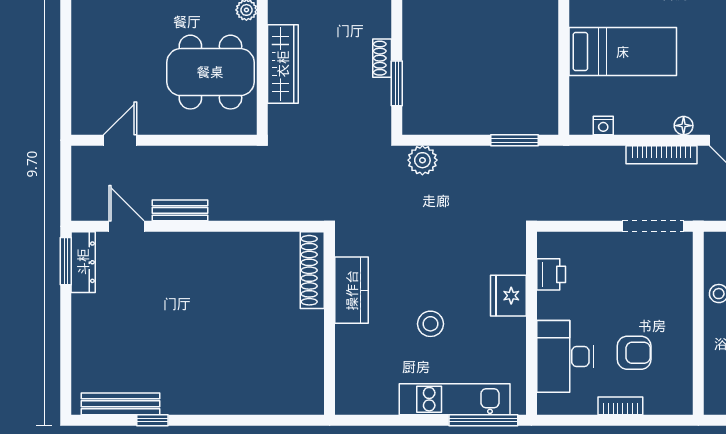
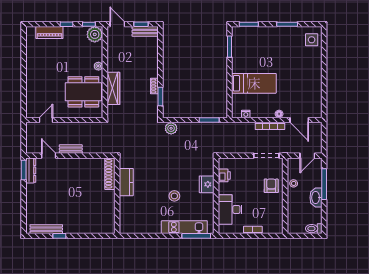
shoe rack: (312, 270) -> (110, 174), moved
kitchen counter: (352, 290) -> (126, 182), moved
wall: (330, 323) -> (117, 196), moved
armchair: (634, 353) -> (271, 186), moved, turned -90

